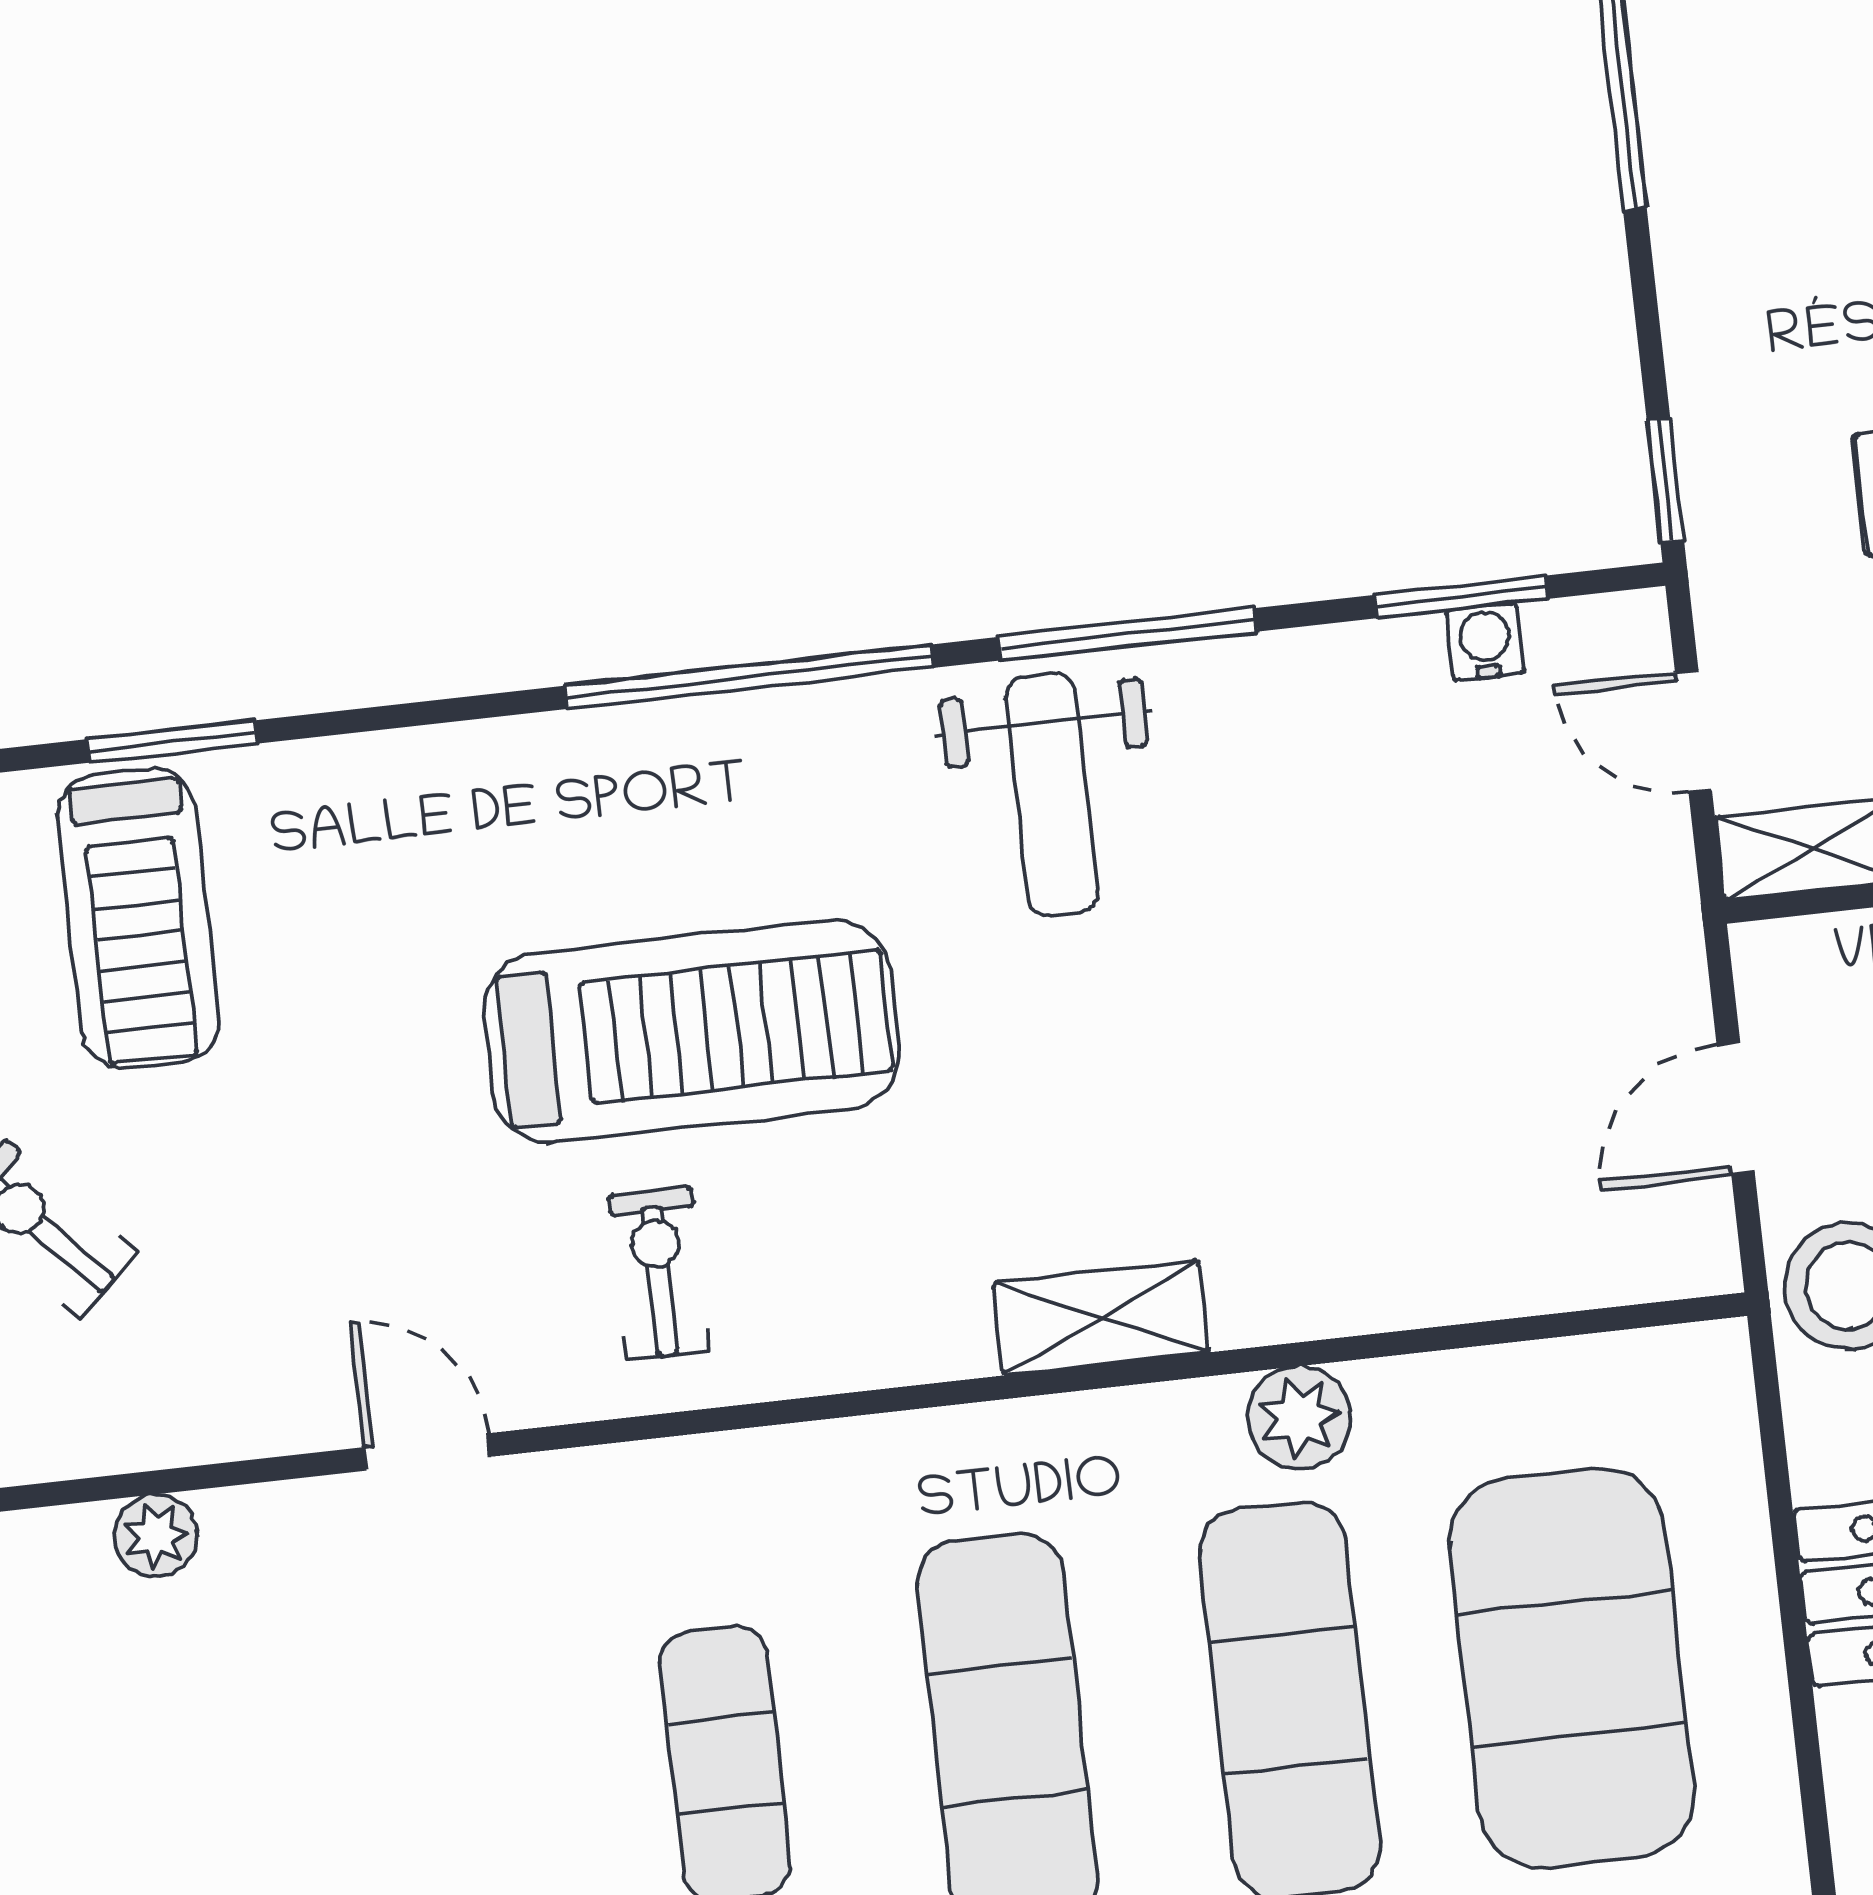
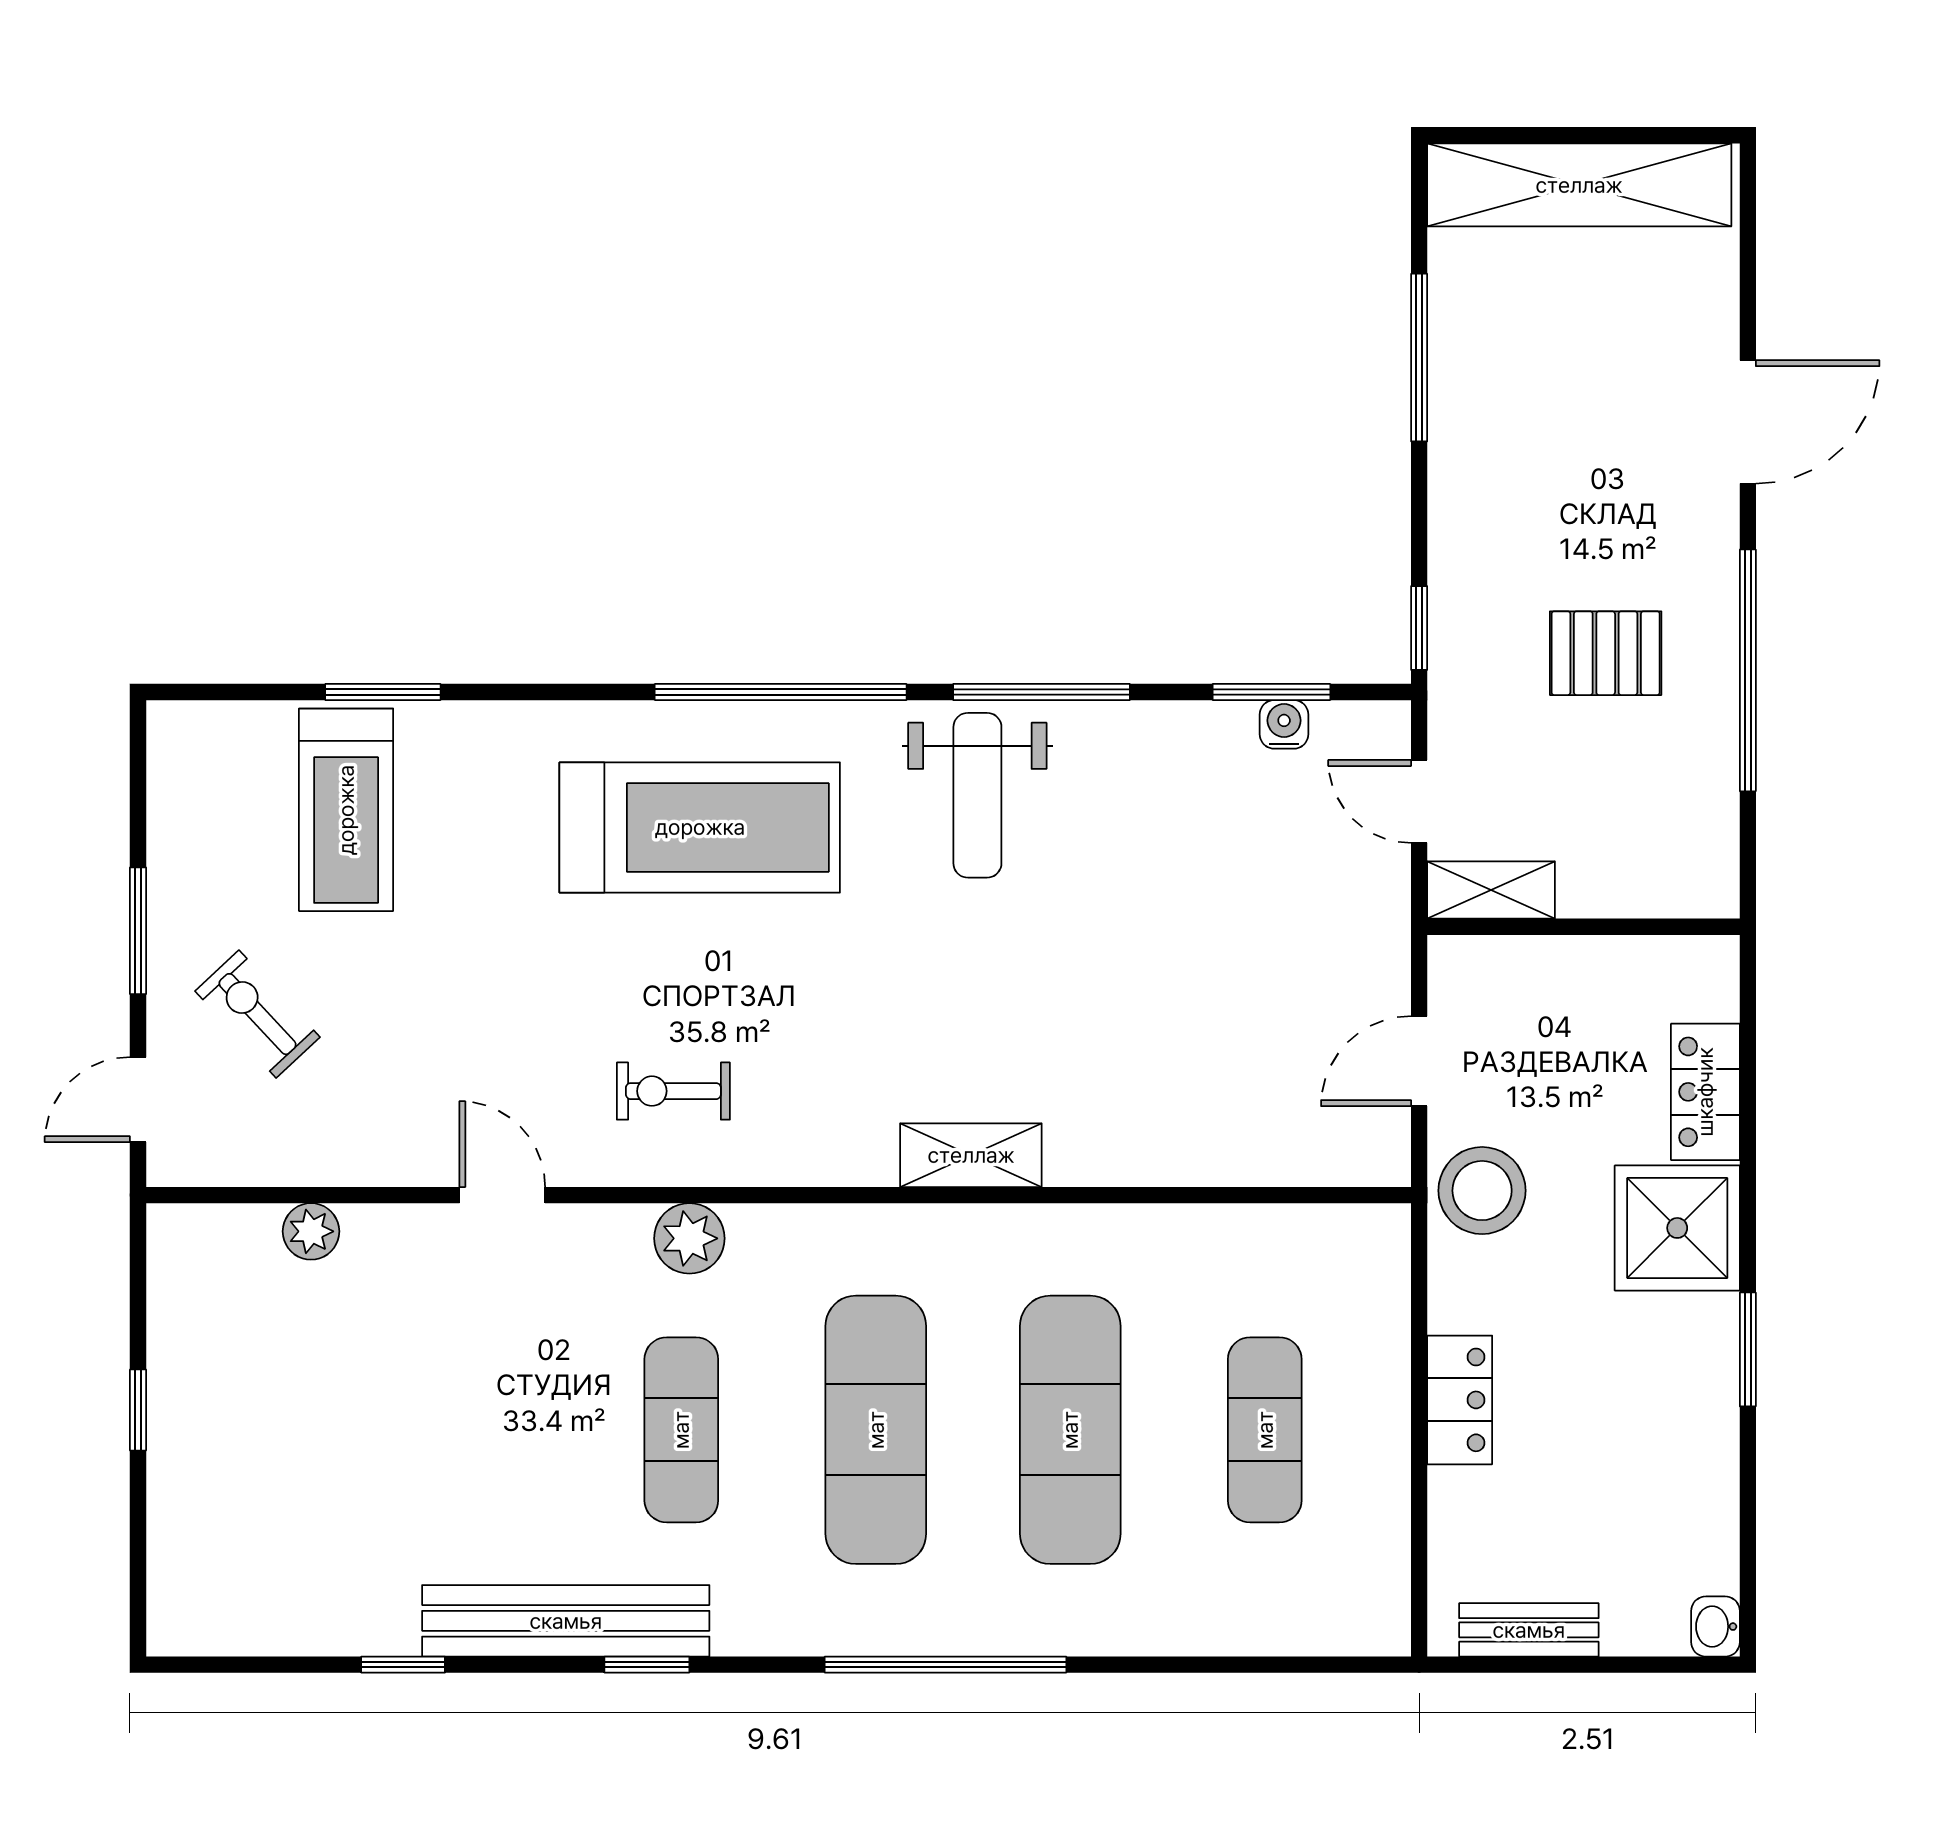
treadmill: (691, 1031) -> (700, 827), moved
exercise bike: (659, 1273) -> (673, 1091), turned -90
plant: (1299, 1418) -> (689, 1238), moved
exercise mat: (1572, 1668) -> (1265, 1430), width x0.50, depth x0.69

